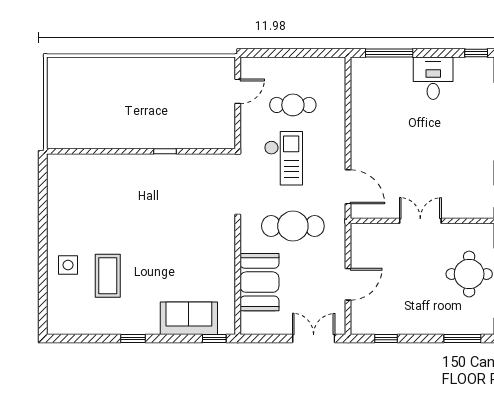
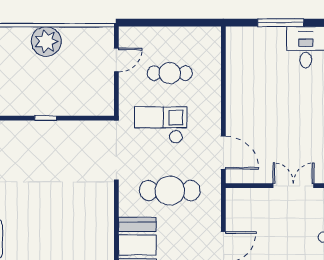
window: (389, 53) -> (281, 23), moved
plant: (166, 72) -> (46, 41), added
checkout: (284, 158) -> (161, 125), turned -90

